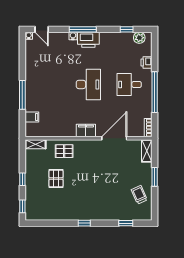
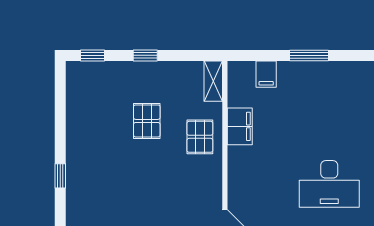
window: (22, 95) -> (309, 55), width x0.69
filing cabinet: (86, 131) -> (240, 126), moved
pallet: (56, 178) -> (147, 121), turned 90

